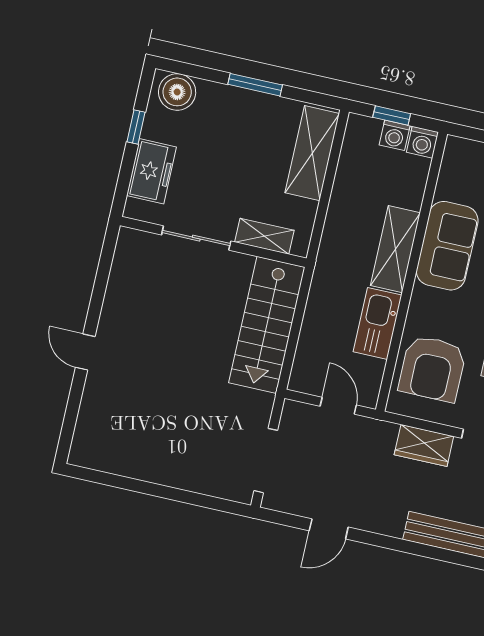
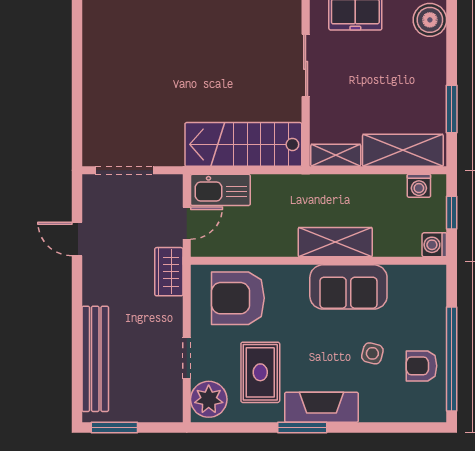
window: (255, 85) -> (452, 109), moved
washing machine: (395, 135) -> (419, 186), moved, turned -90
shelving: (264, 236) -> (336, 155), moved, turned 90
kitchen sink: (378, 323) -> (220, 190), moved, turned 180
wardrobe: (424, 445) -> (169, 272), moved

